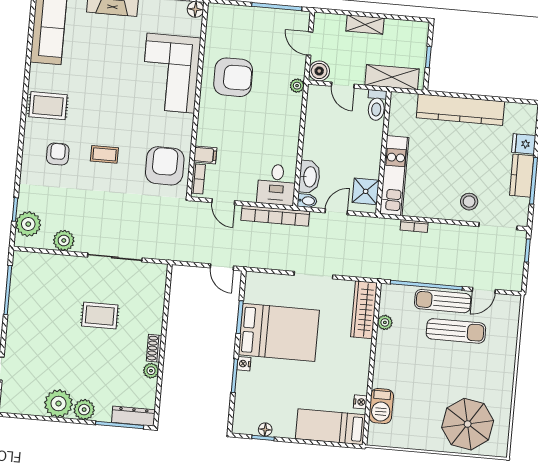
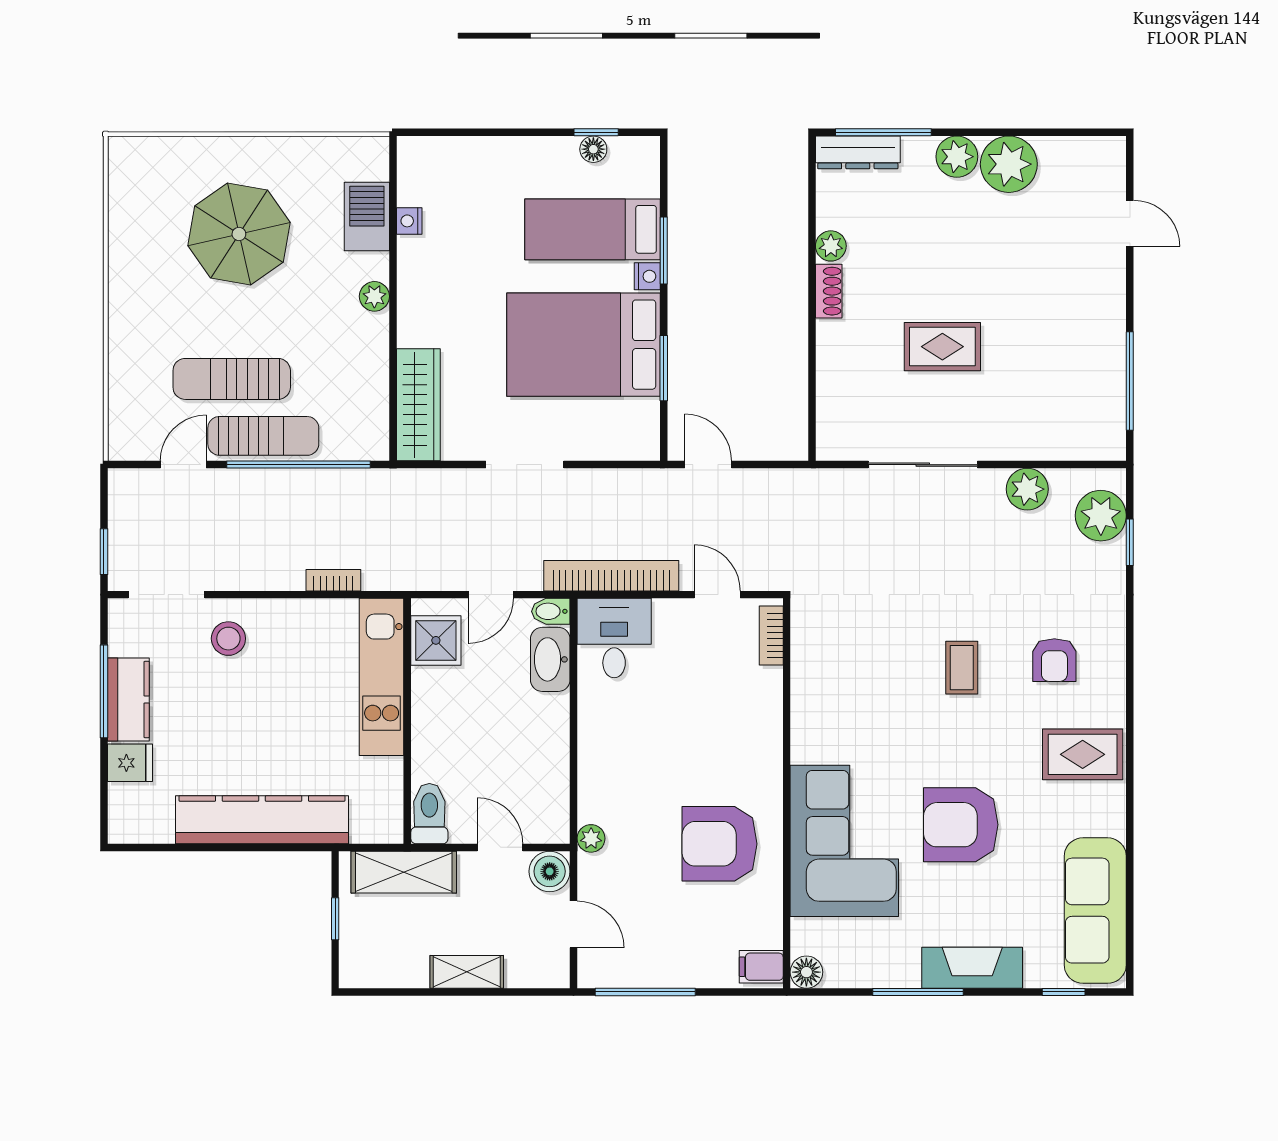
coffee table: (104, 154) -> (962, 668), turned 90
filing cabinet: (205, 155) -> (761, 967), moved
armchair: (165, 166) -> (961, 825), moved, turned 90
plant: (385, 322) -> (374, 296), moved
parasol: (468, 424) -> (239, 234), moved
bed: (330, 427) -> (593, 229), moved, turned 180

